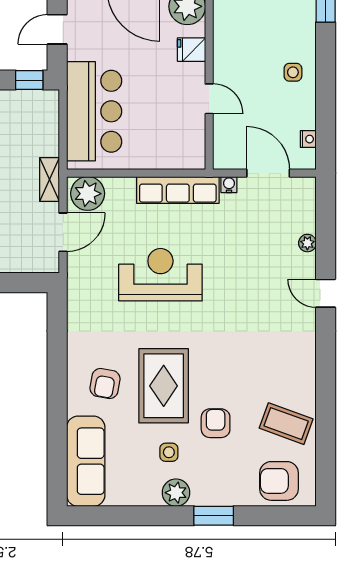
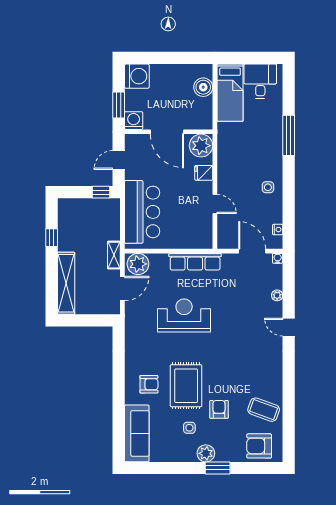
water cooler: (229, 185) -> (278, 258), moved
armchair: (105, 384) -> (149, 384), turned -100
plant: (176, 493) -> (206, 453), moved

